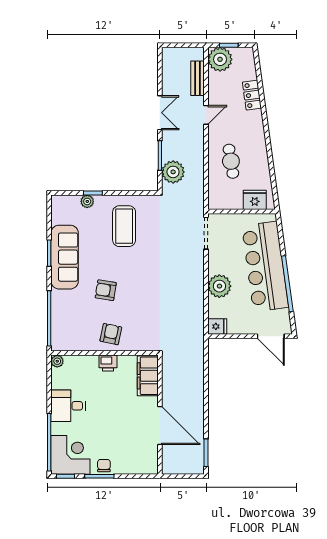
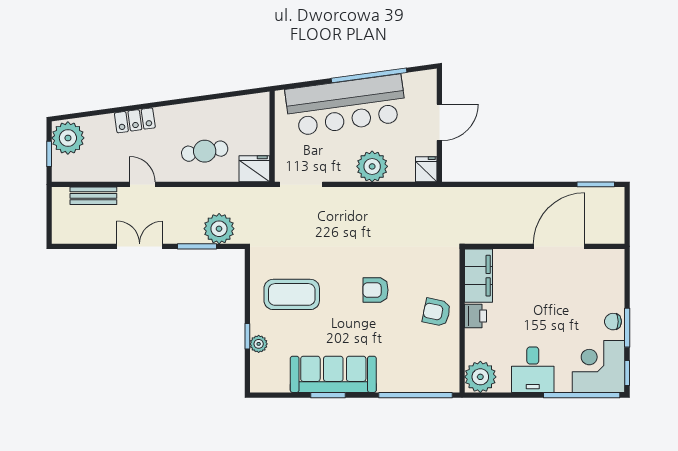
plant: (220, 59) -> (68, 138), moved
locker: (252, 95) -> (135, 120), moved
fridge: (255, 200) -> (254, 169), moved, turned 90
armchair: (106, 290) -> (376, 290), moved, turned 81
door: (271, 336) -> (439, 122), moved
plant: (57, 361) -> (480, 377), width x1.88, depth x1.88
filing cabinet: (148, 376) -> (478, 276), moved, turned -90

